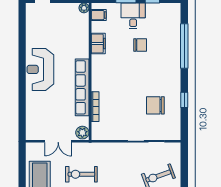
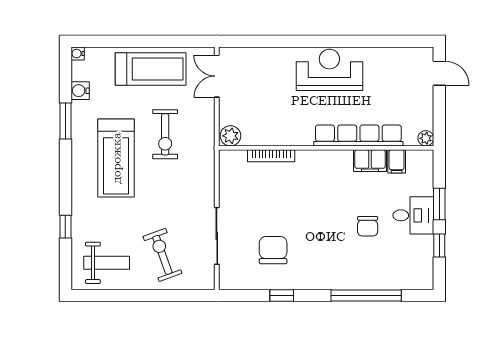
filing cabinet: (99, 15) -> (397, 161), moved
row of seats: (82, 87) -> (358, 135), moved
double door: (58, 141) -> (217, 76), moved
exercise bike: (81, 174) -> (165, 134), turned 180

